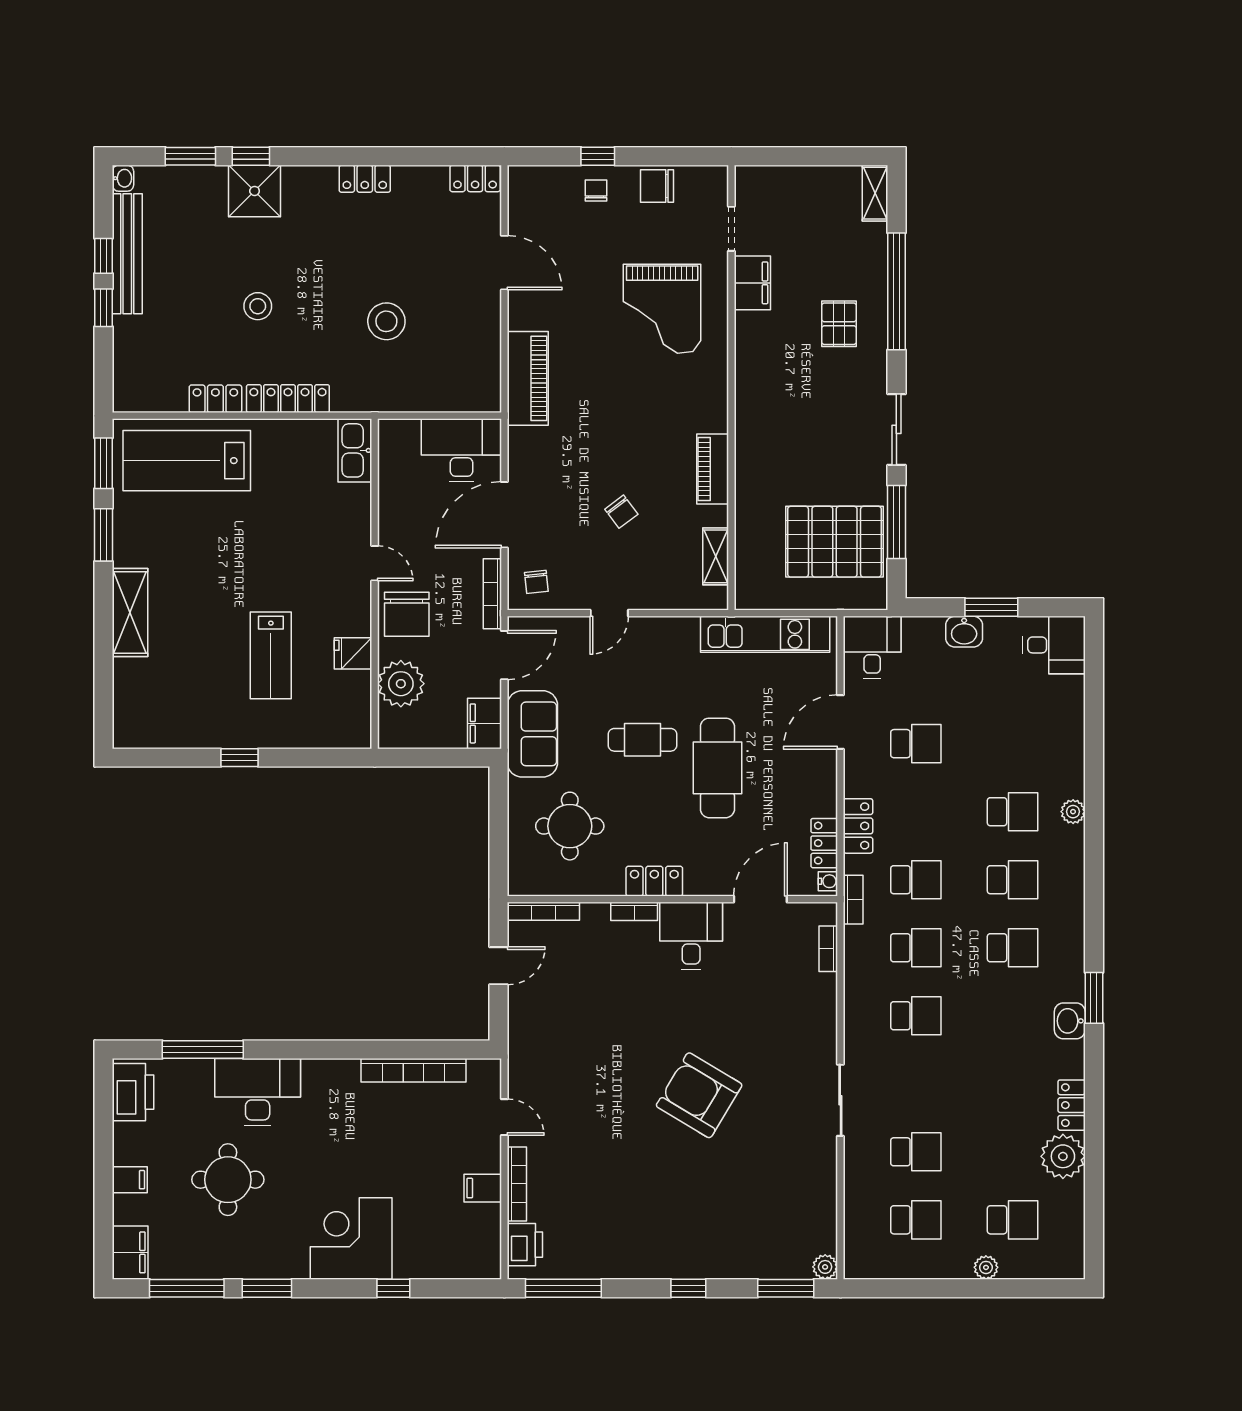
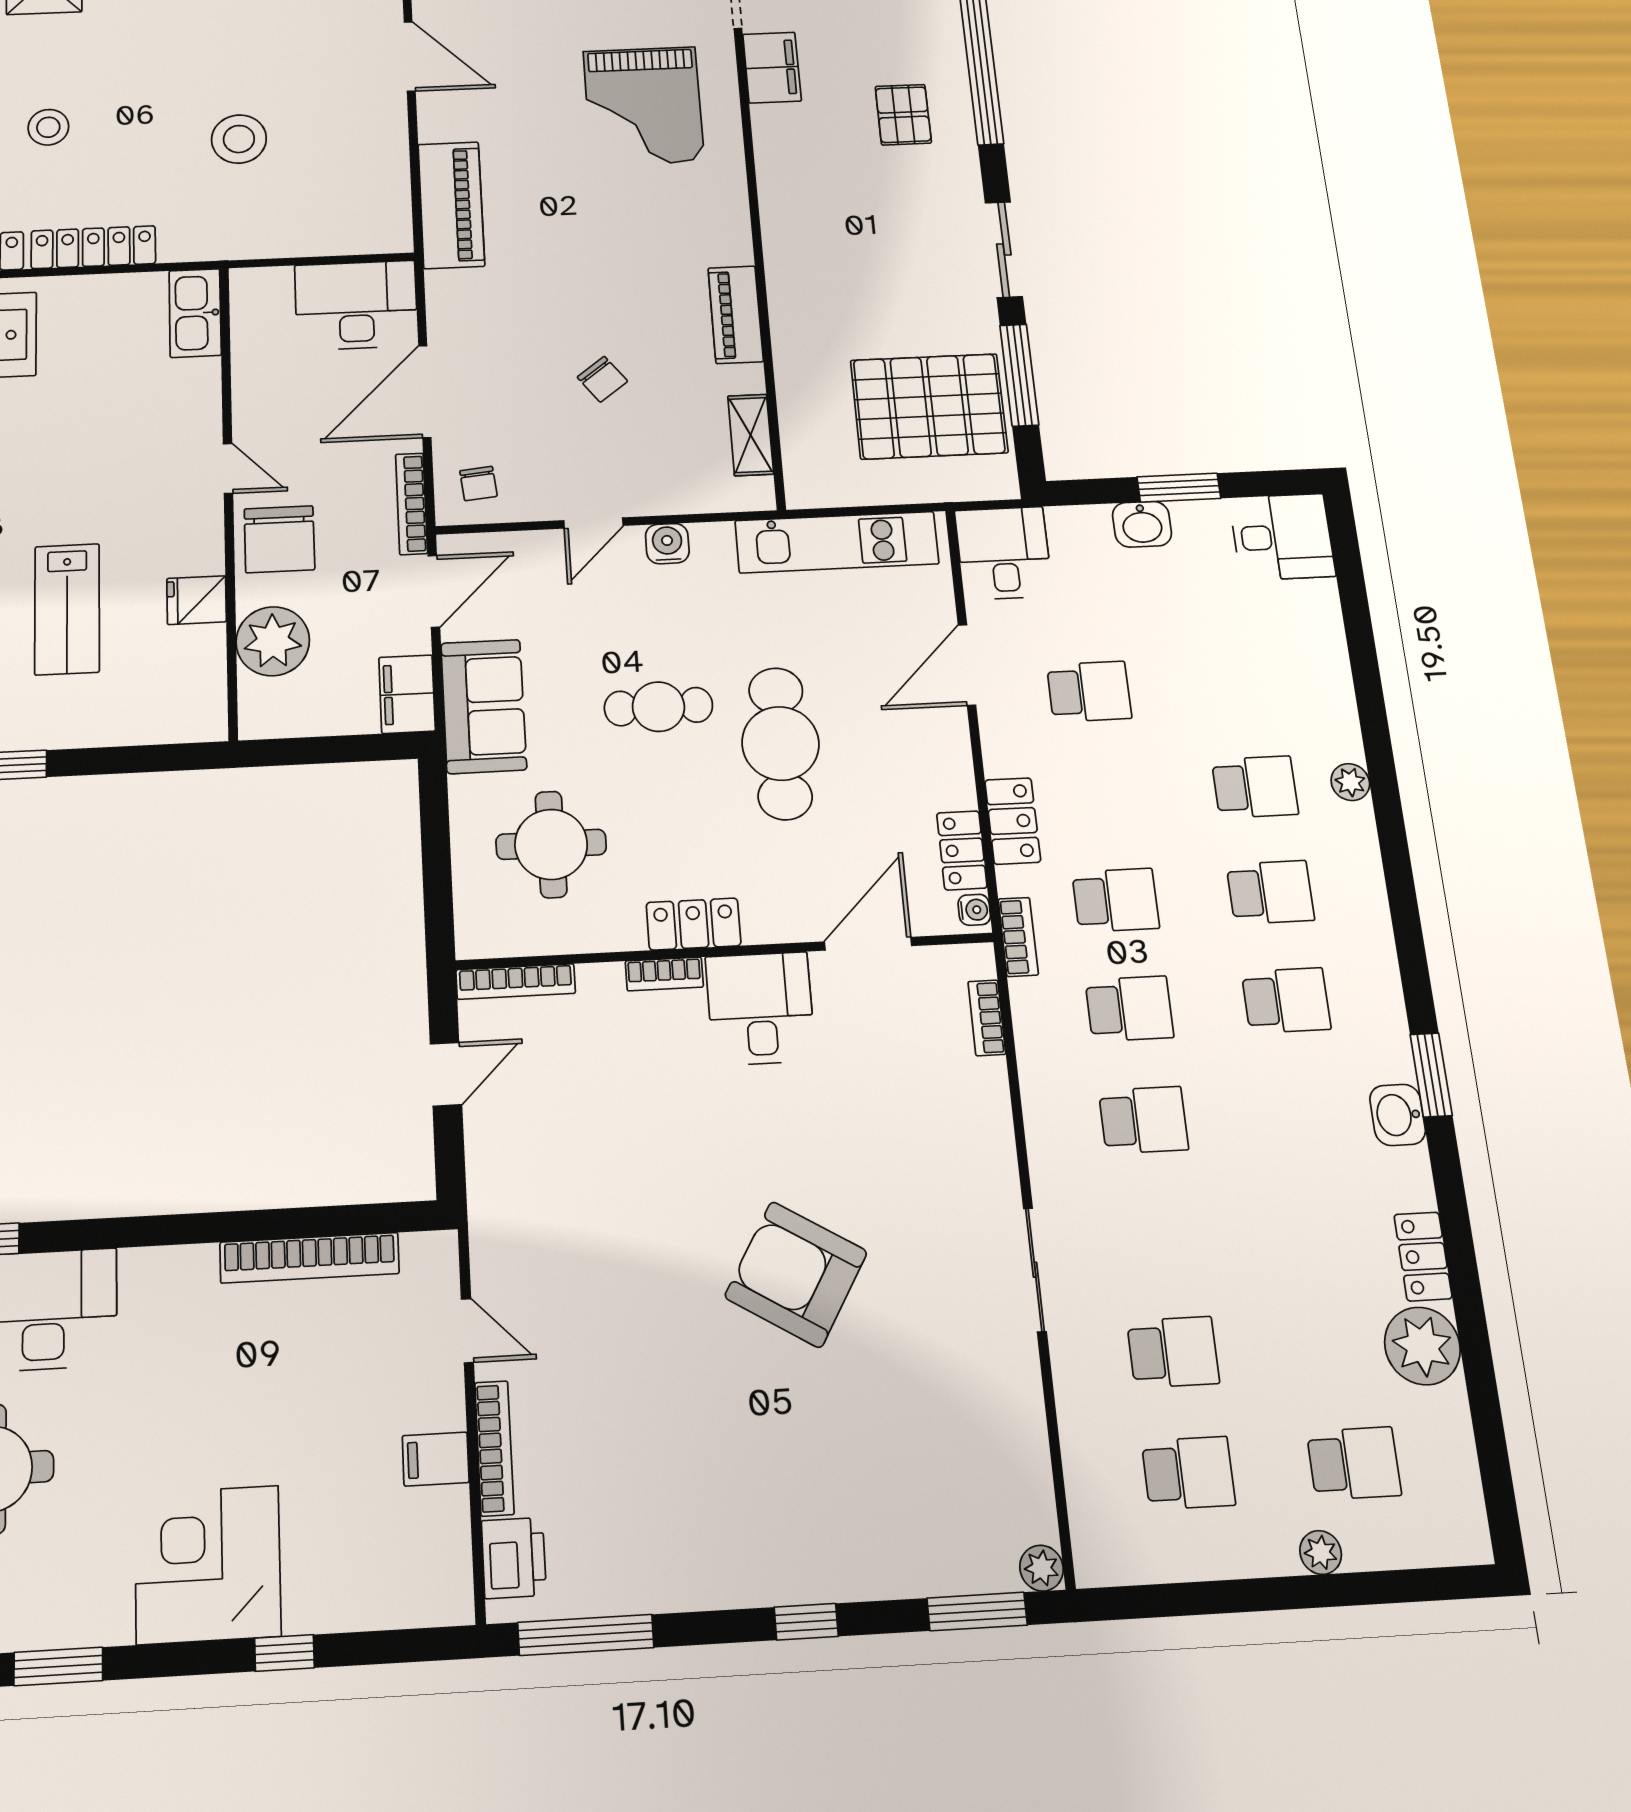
water cooler: (656, 630) -> (667, 544), added

